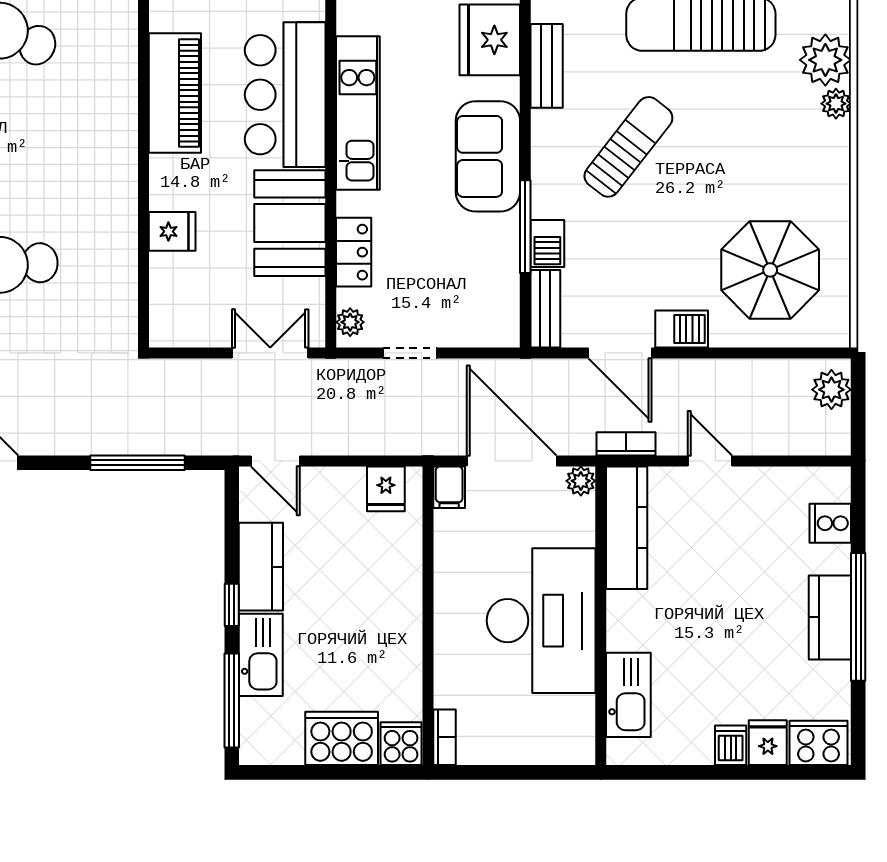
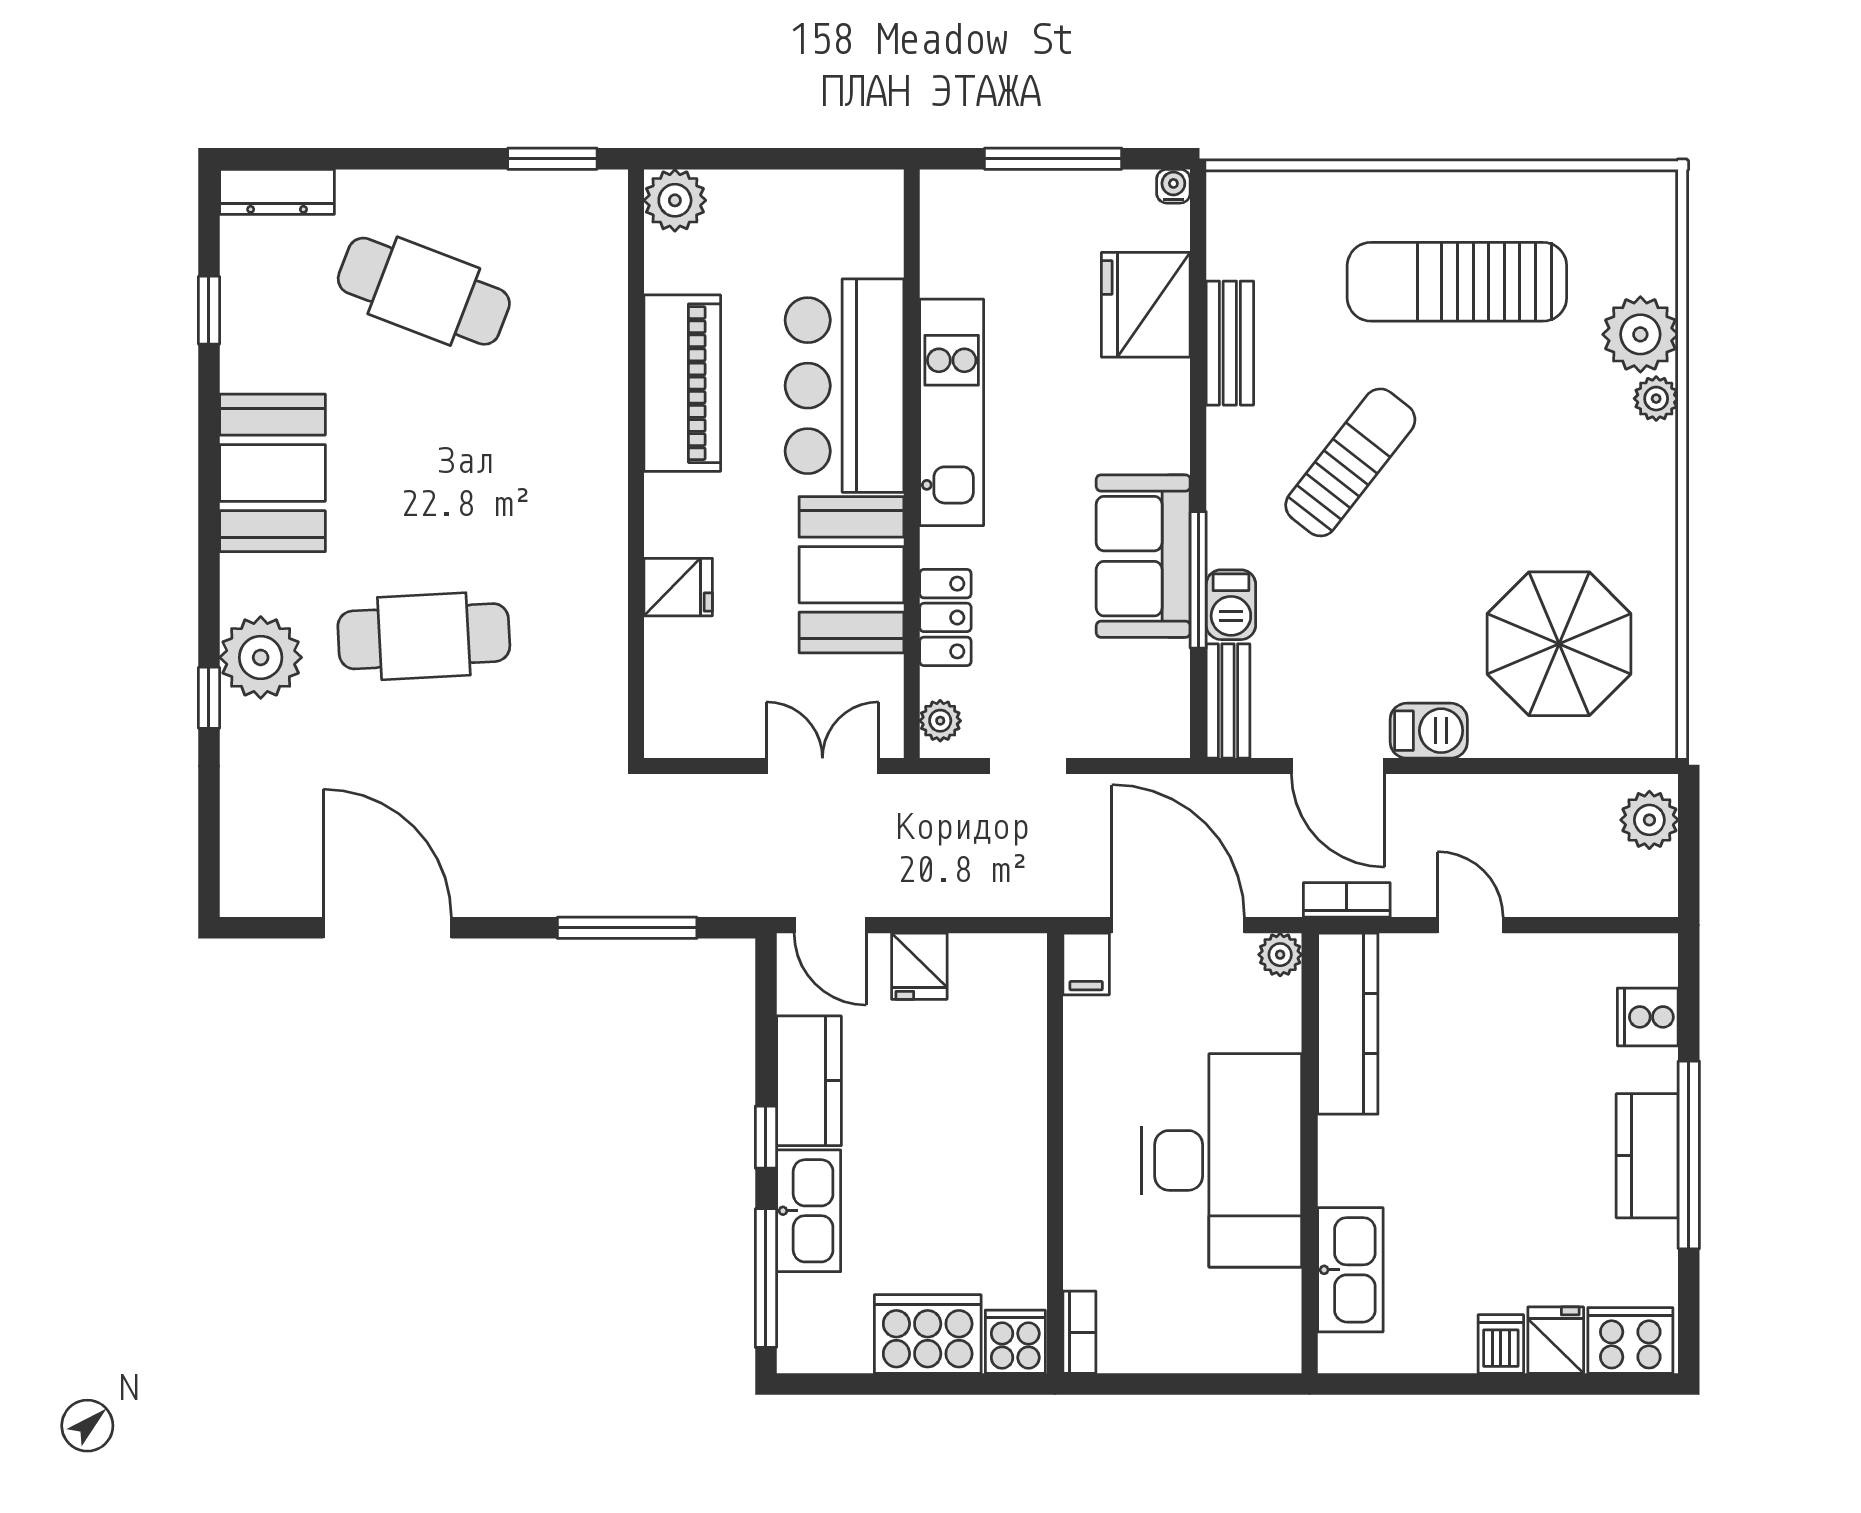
sofa: (488, 156) -> (1143, 556), moved
fridge: (386, 489) -> (919, 966), moved

